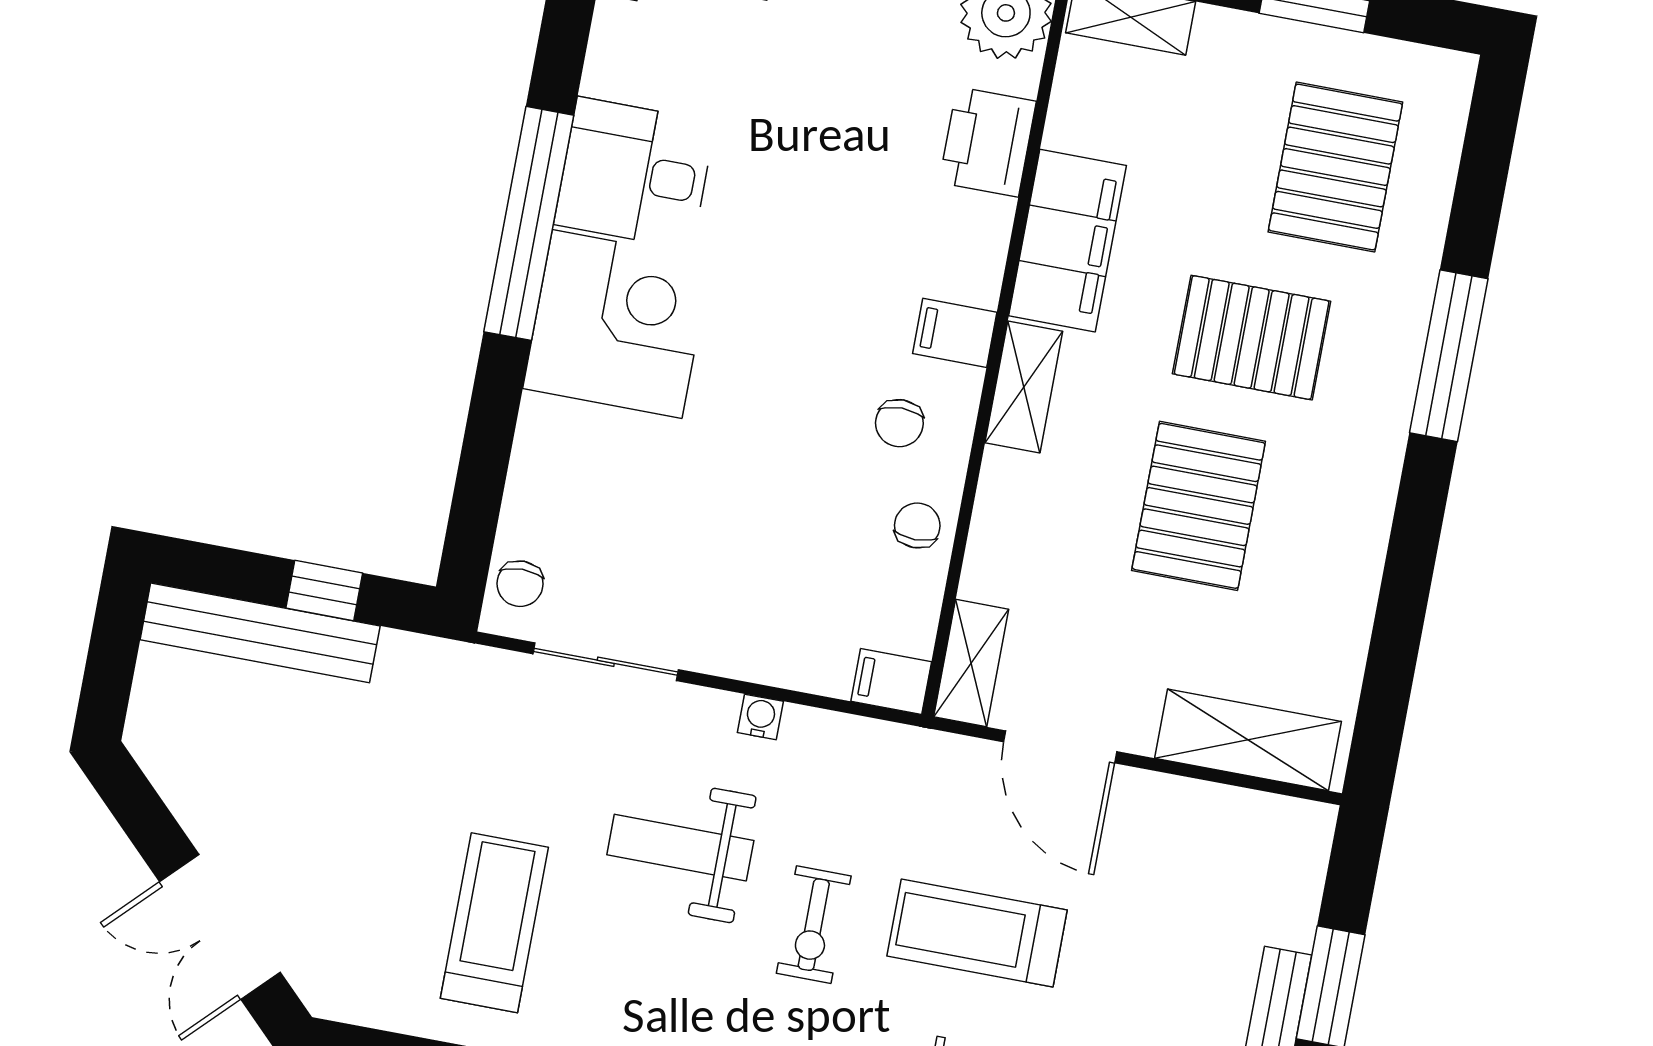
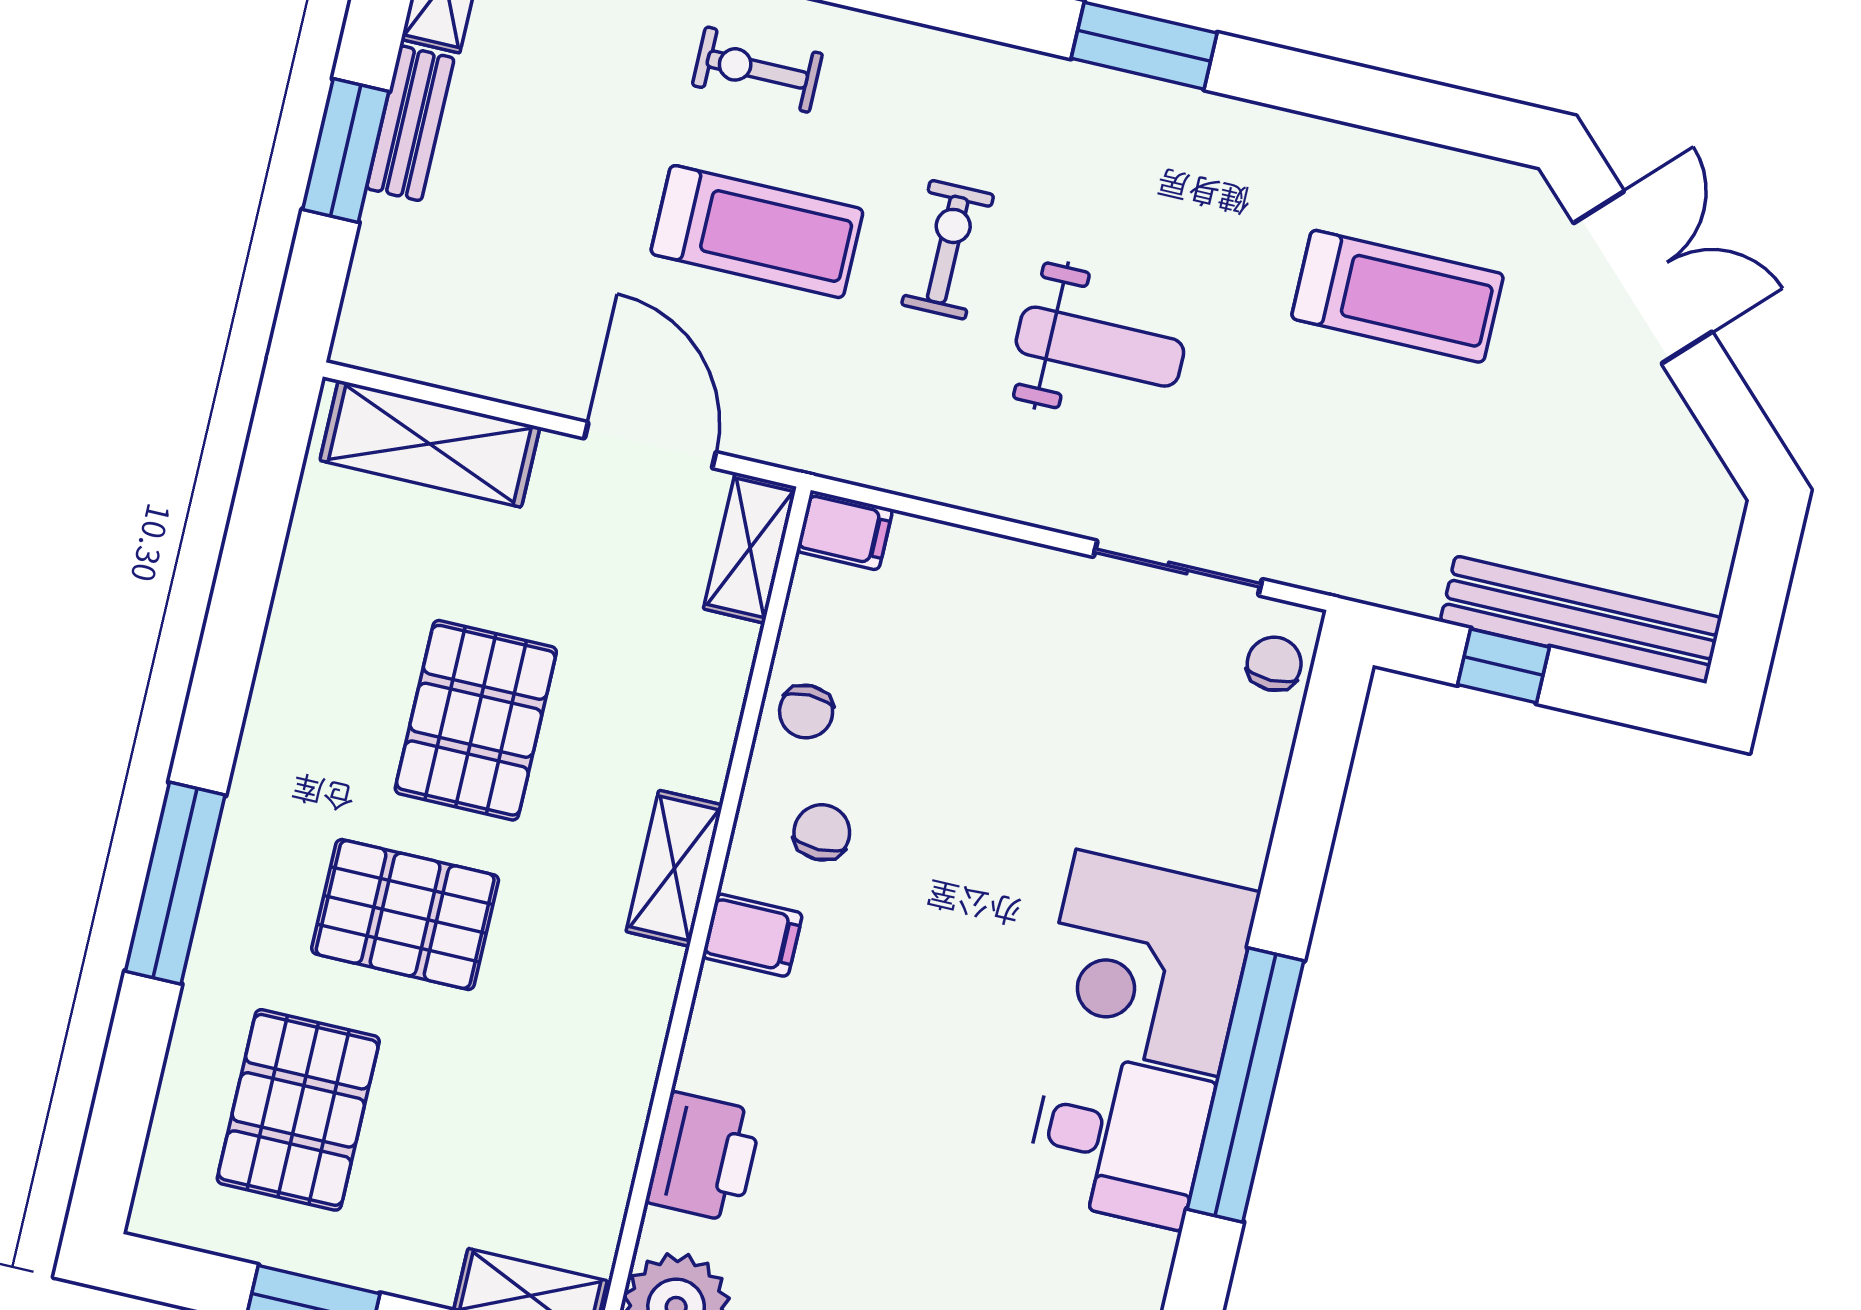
filing cabinet: (1068, 241) -> (616, 1037), removed
water cooler: (760, 717) -> (1000, 495), removed
treadmill: (494, 923) -> (1398, 296), moved, turned -90

